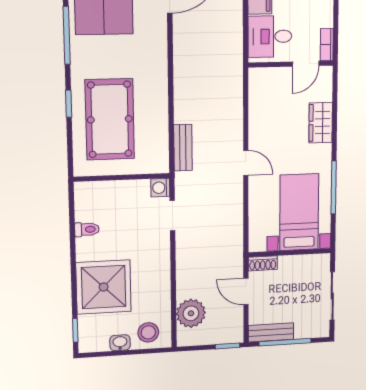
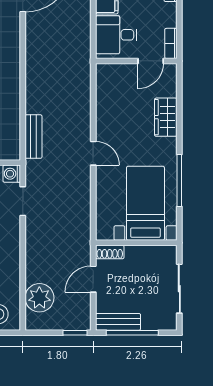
door: (246, 291) -> (93, 279), hinge flipped

